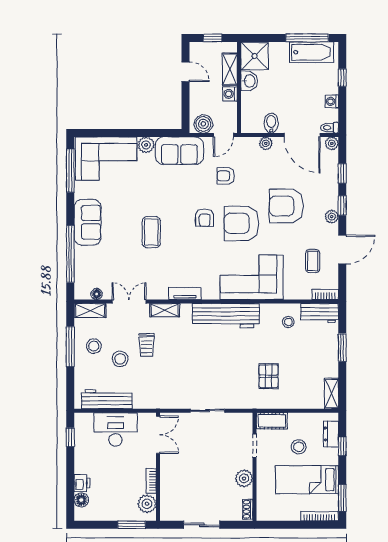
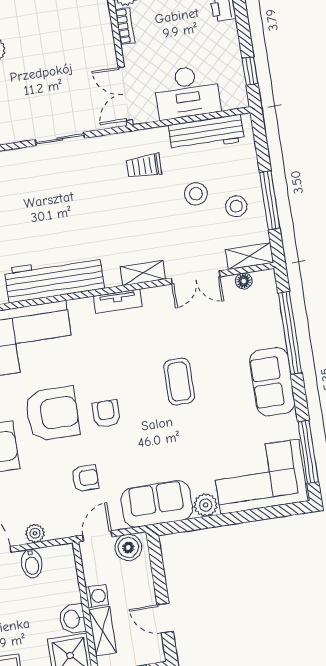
trolley: (147, 345) -> (144, 166), moved, turned -90

